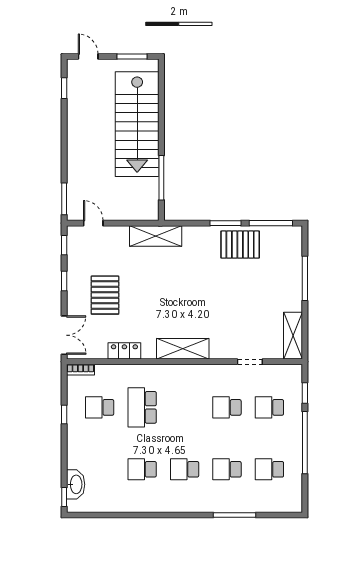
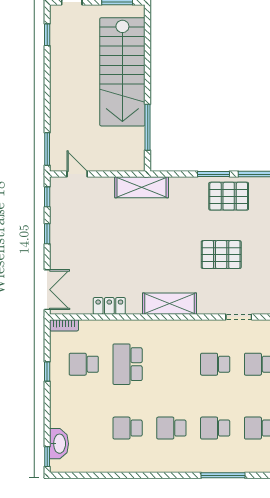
pallet: (105, 295) -> (221, 255), moved, turned 90

